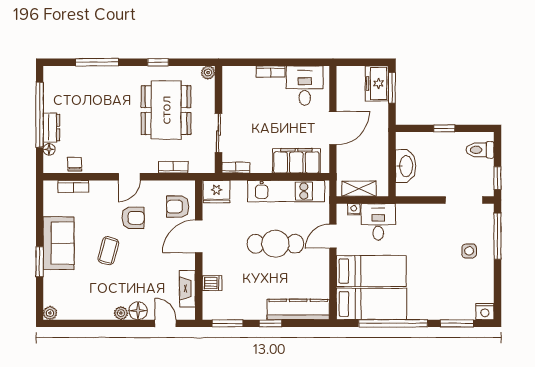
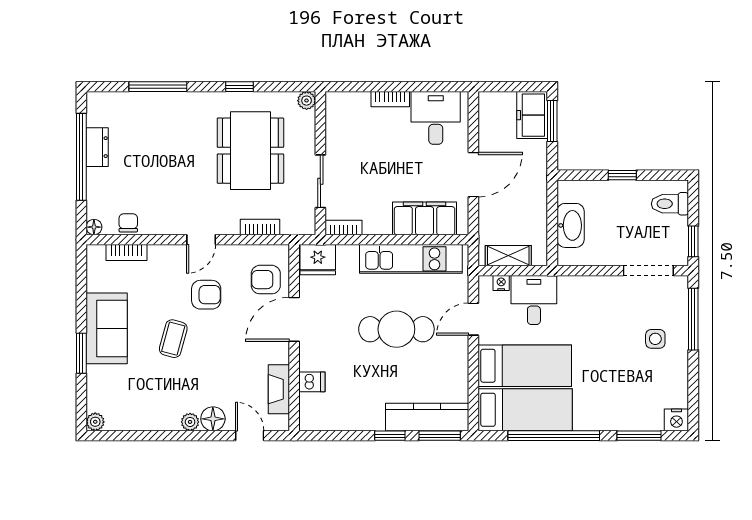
dresser: (51, 128) -> (97, 147), moved
floor lamp: (49, 149) -> (94, 227), moved
window: (227, 323) -> (440, 436), moved

